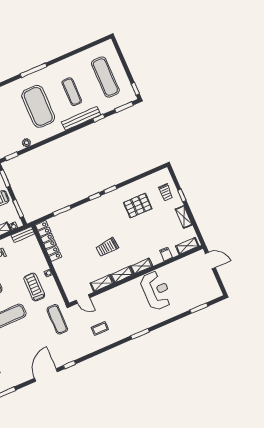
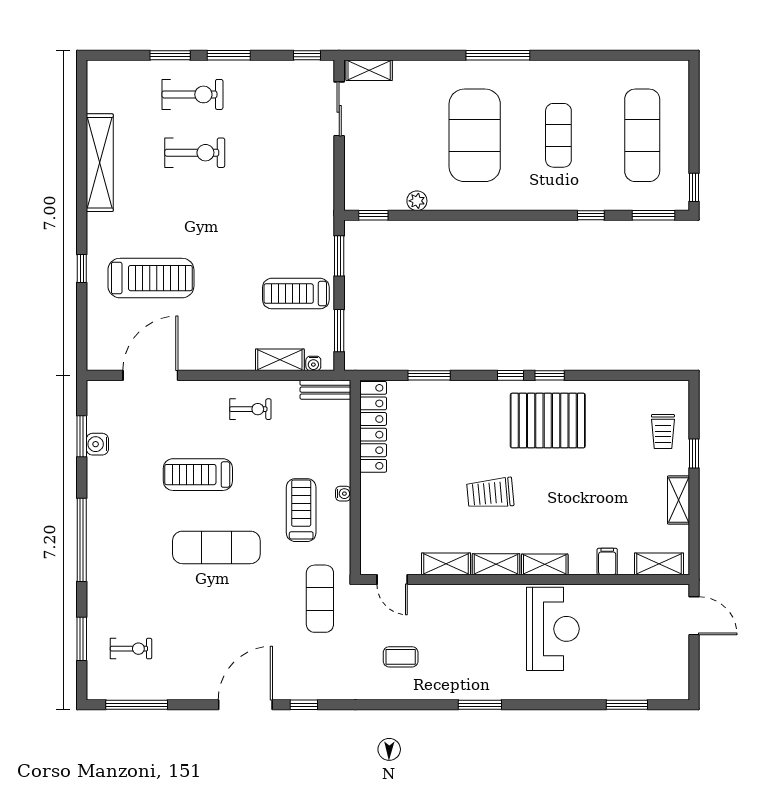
bench: (81, 118) -> (554, 200), removed
pallet: (138, 206) -> (548, 421), moved, width x1.37, depth x1.41

